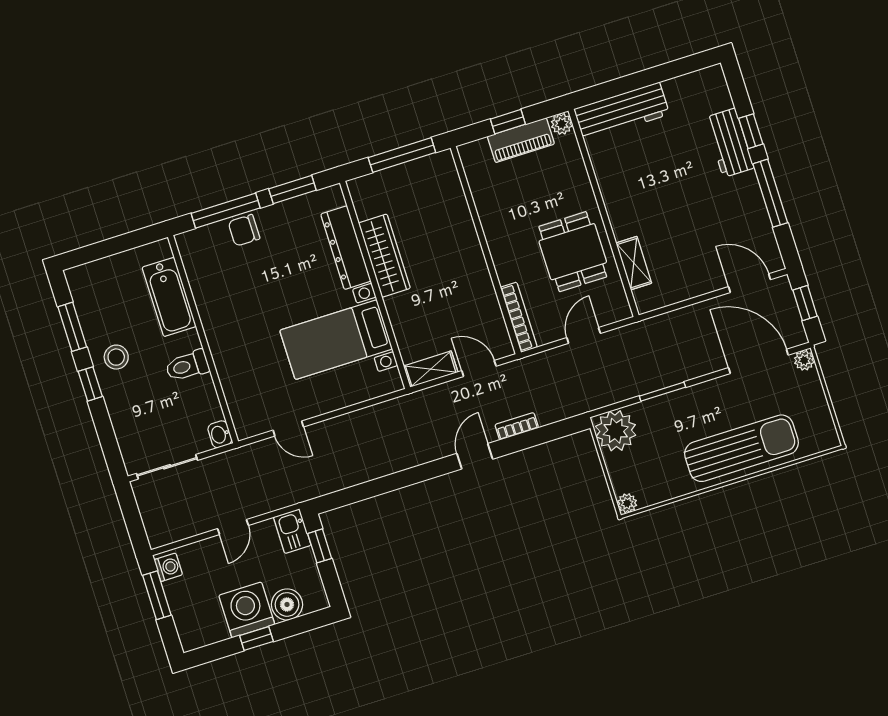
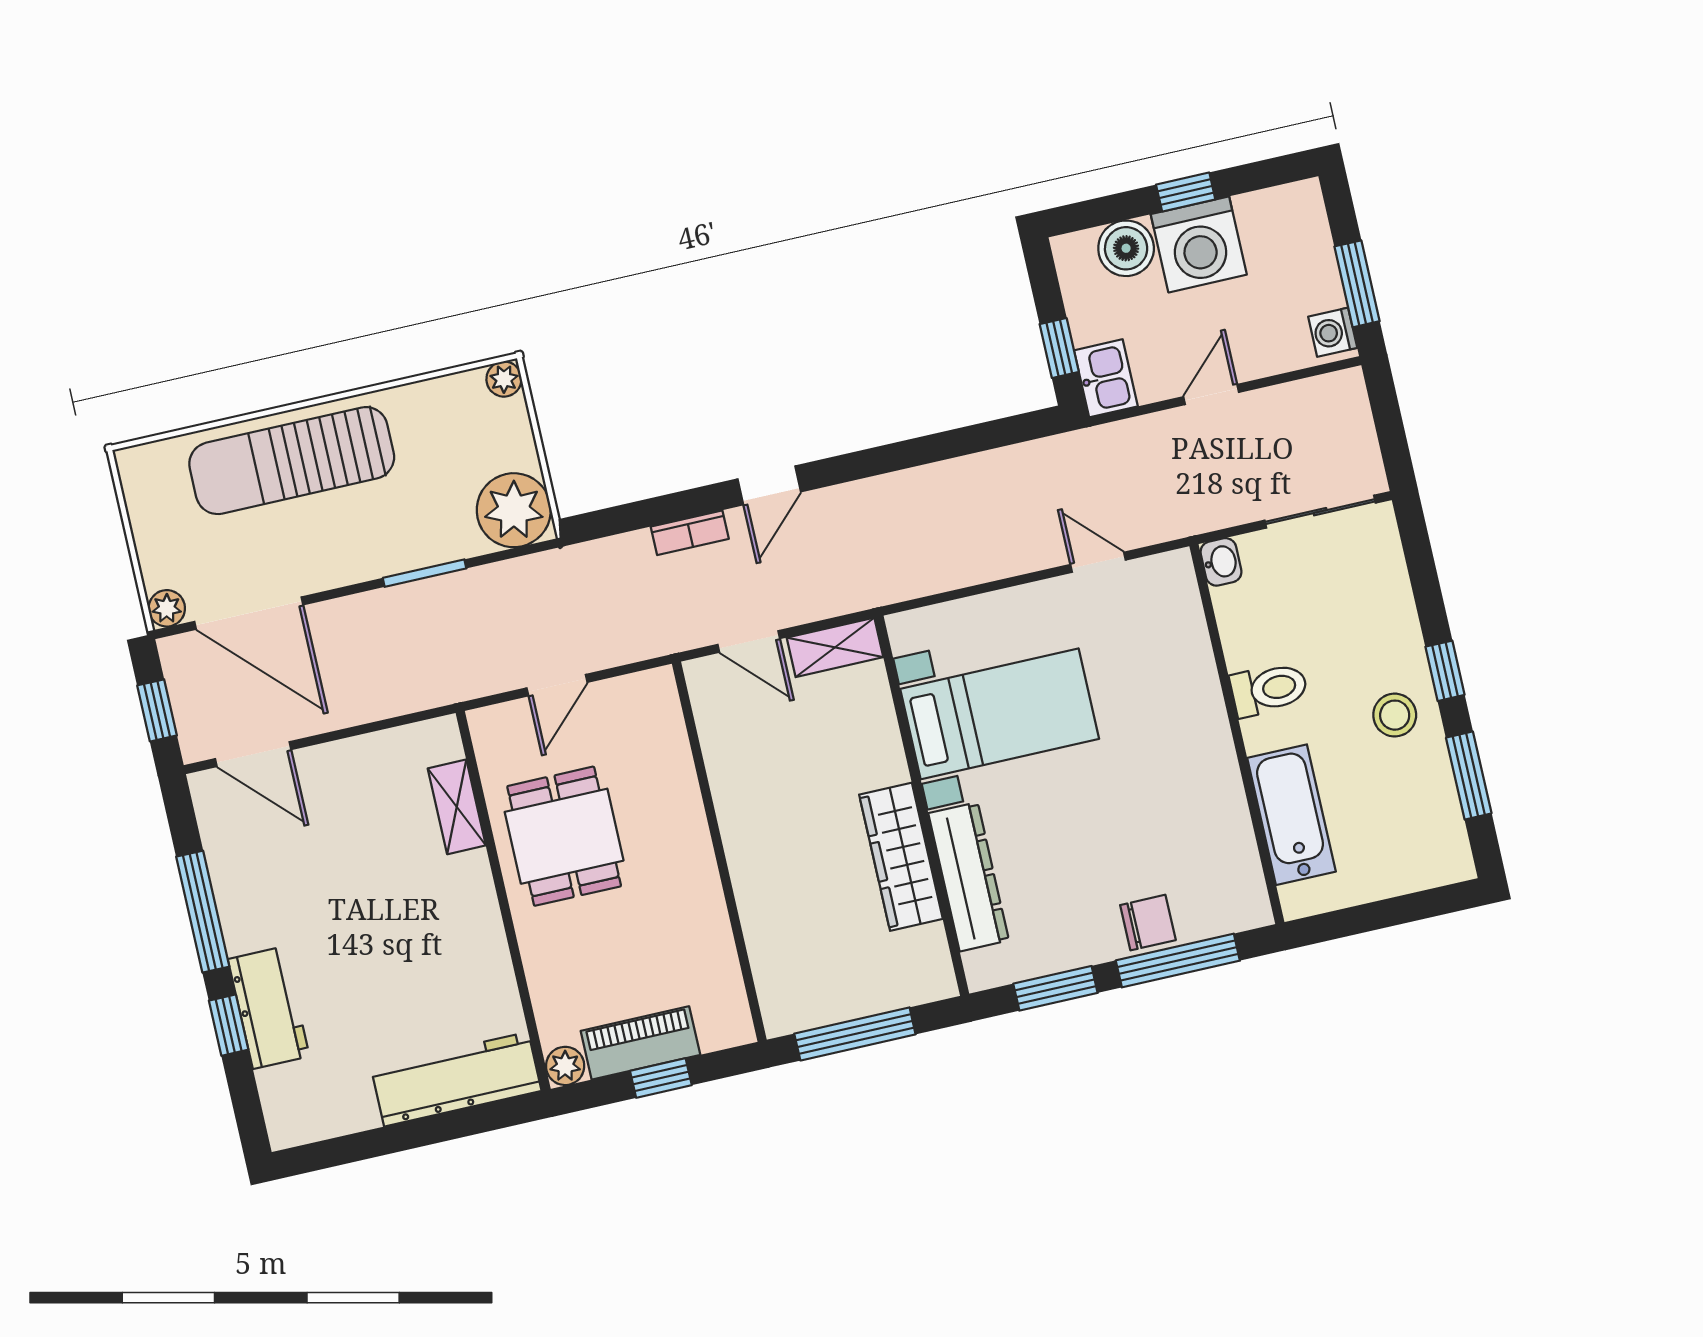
bookcase: (519, 317) -> (670, 727), removed

